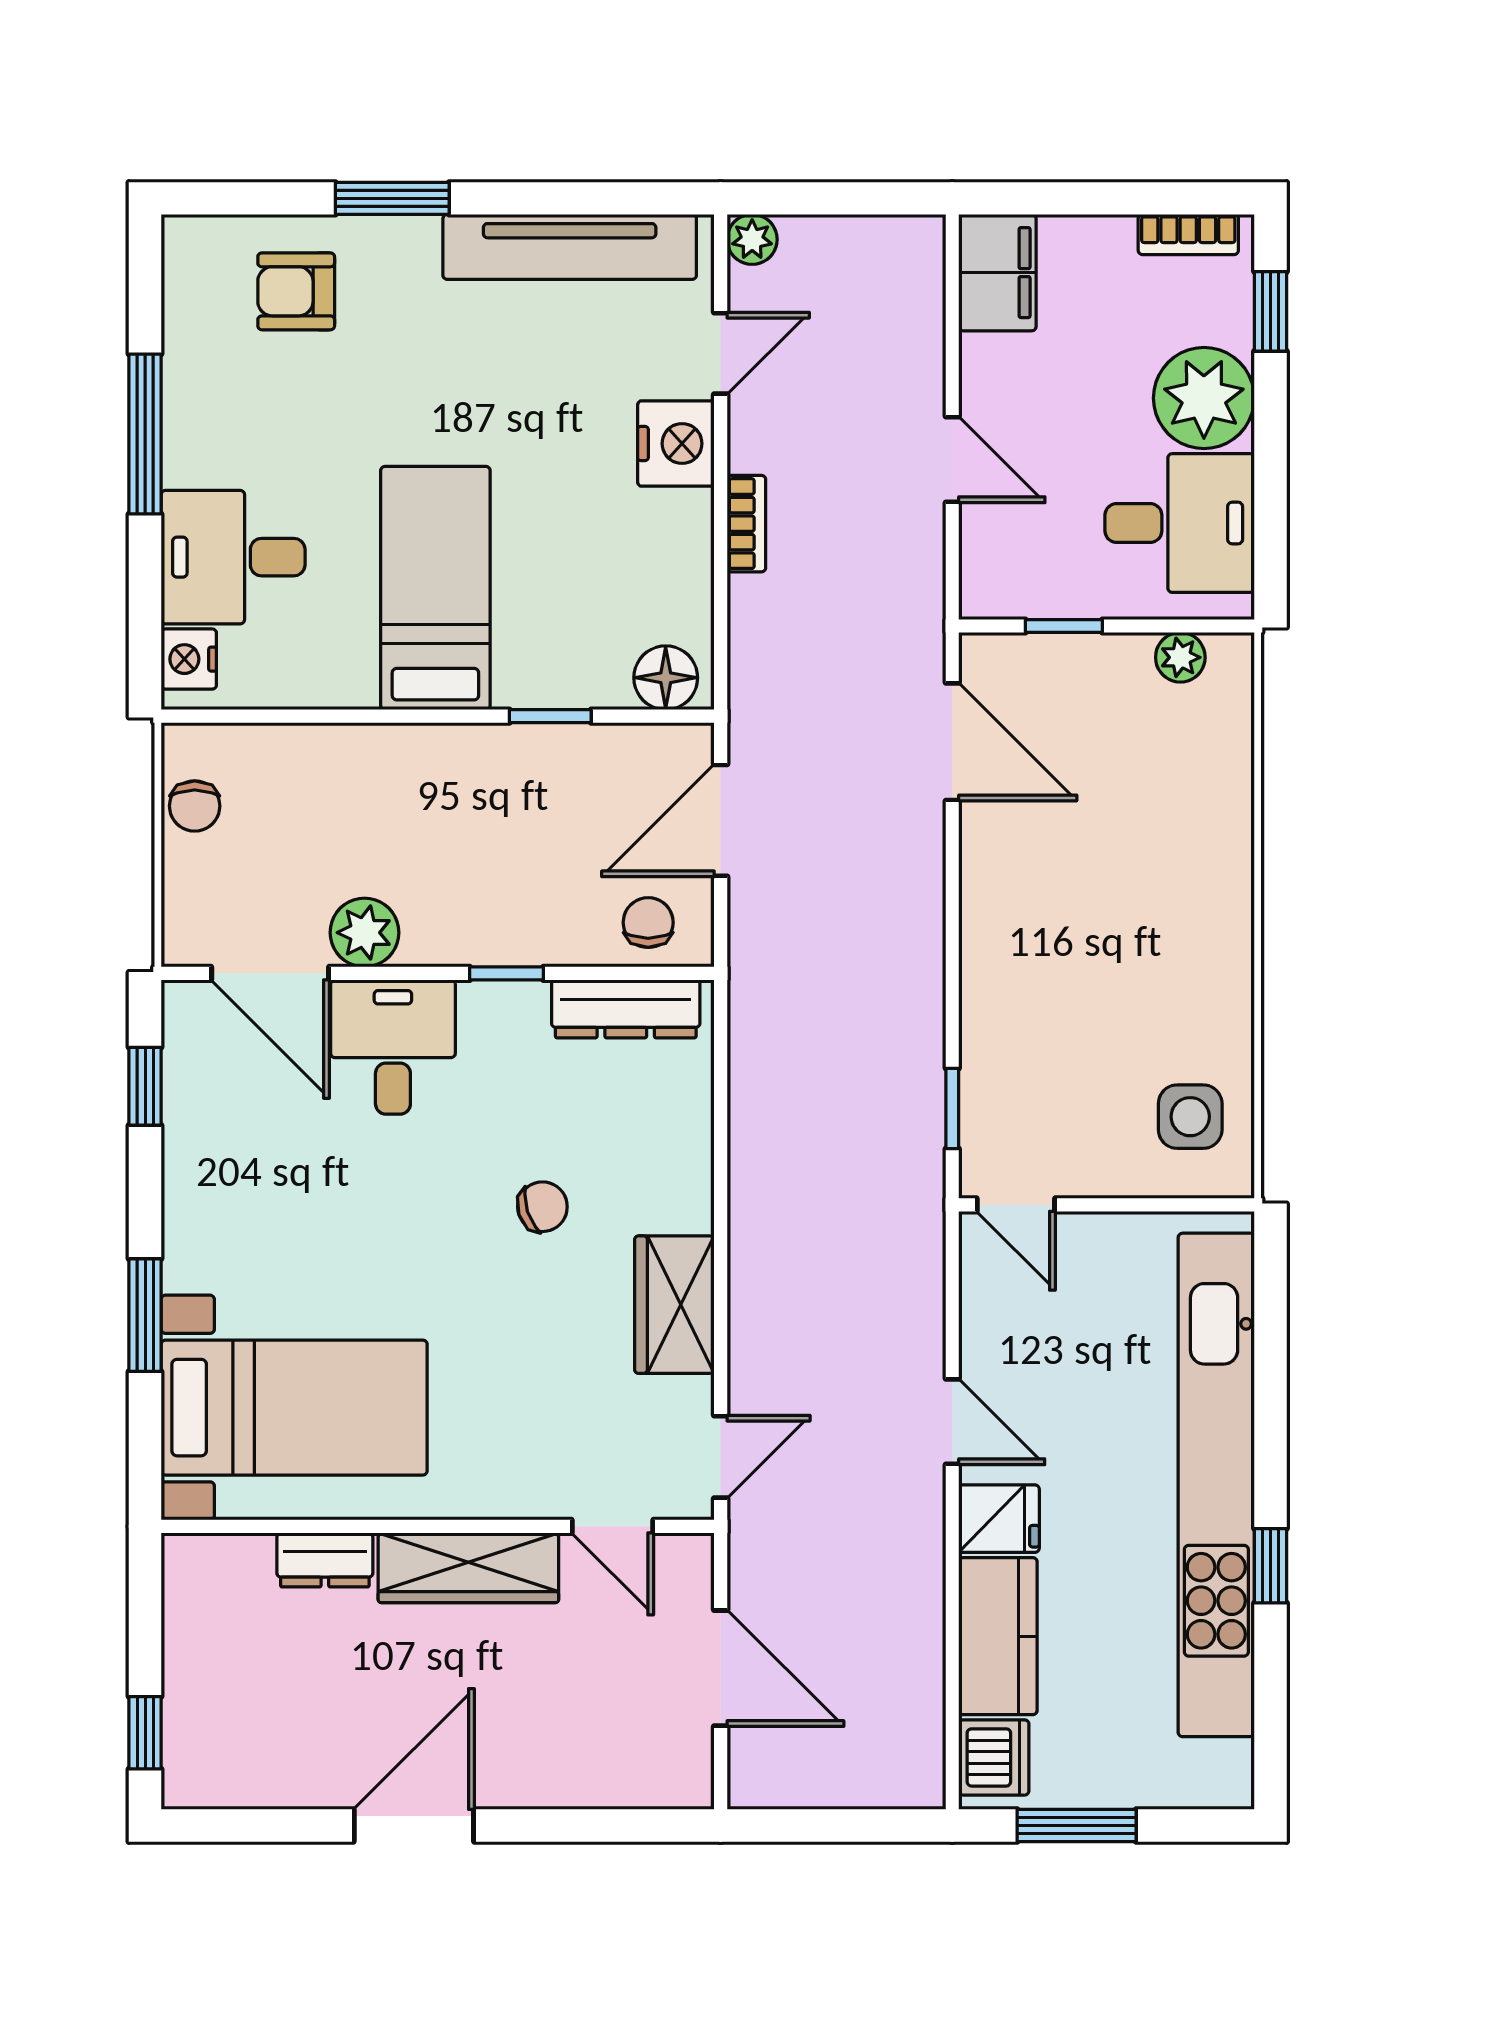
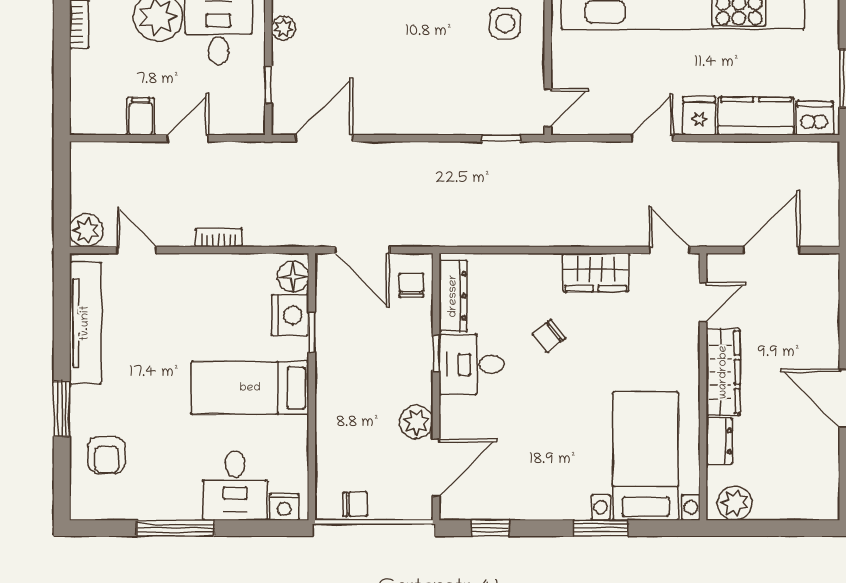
plant: (752, 239) -> (86, 230), width x1.38, depth x1.38
filing cabinet: (997, 273) -> (140, 116), moved, width x0.50
nightstand: (676, 444) -> (290, 315), moved, turned 90
chair: (648, 923) -> (411, 285), turned 90
desk: (393, 1047) -> (472, 364), moved
chair: (542, 1207) -> (549, 336), turned -110
plant: (197, 1592) -> (735, 503), added
window: (145, 1733) -> (803, 528), removed

